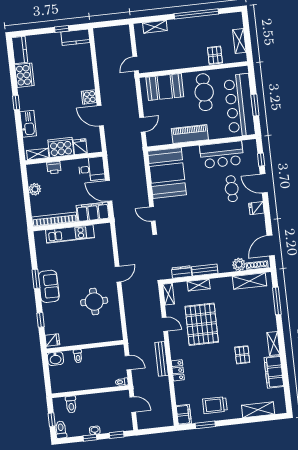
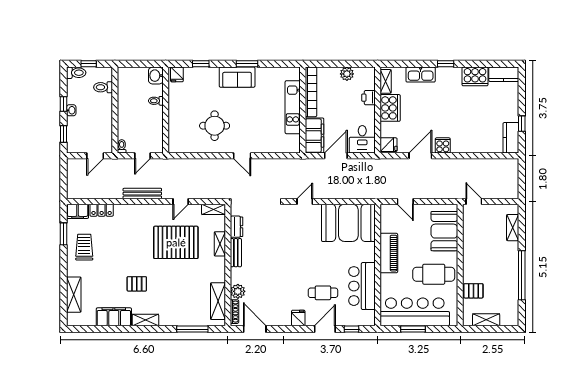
fridge: (80, 147) -> (389, 145), moved
locker: (178, 370) -> (102, 210), moved

